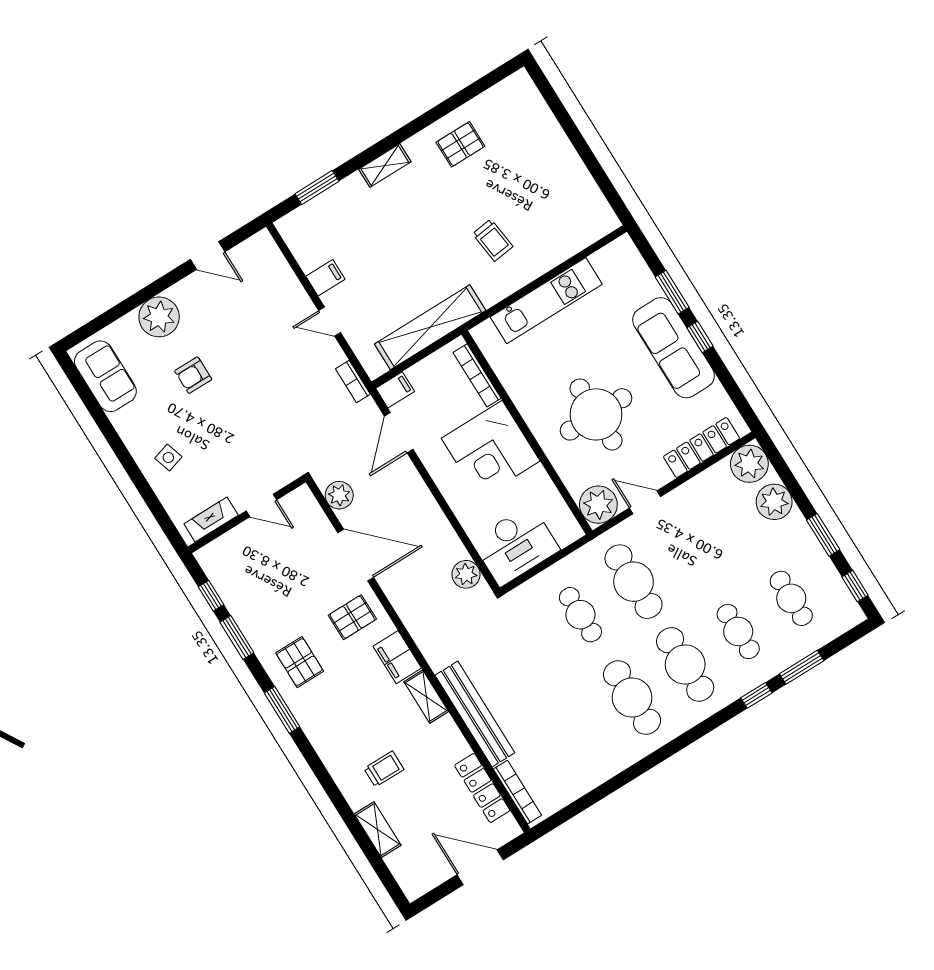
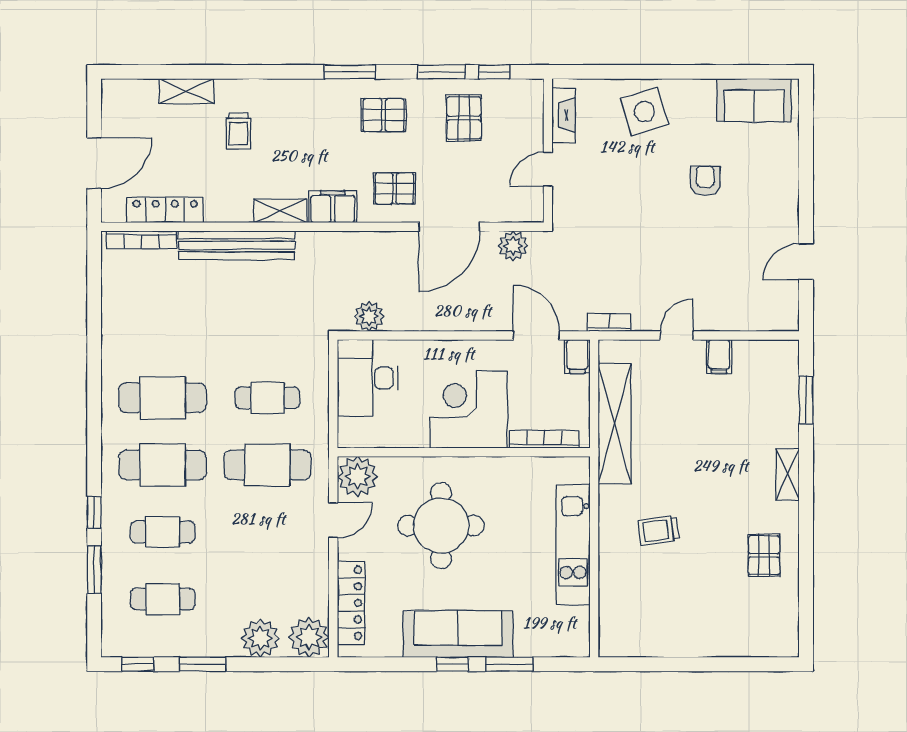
plant: (159, 317) -> (778, 183), removed
side table: (168, 457) -> (644, 111), width x1.87, depth x1.87
pallet: (262, 597) -> (464, 118), added
pallet: (352, 617) -> (395, 189), turned 90

